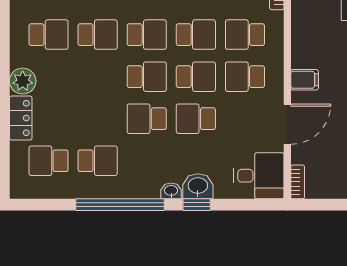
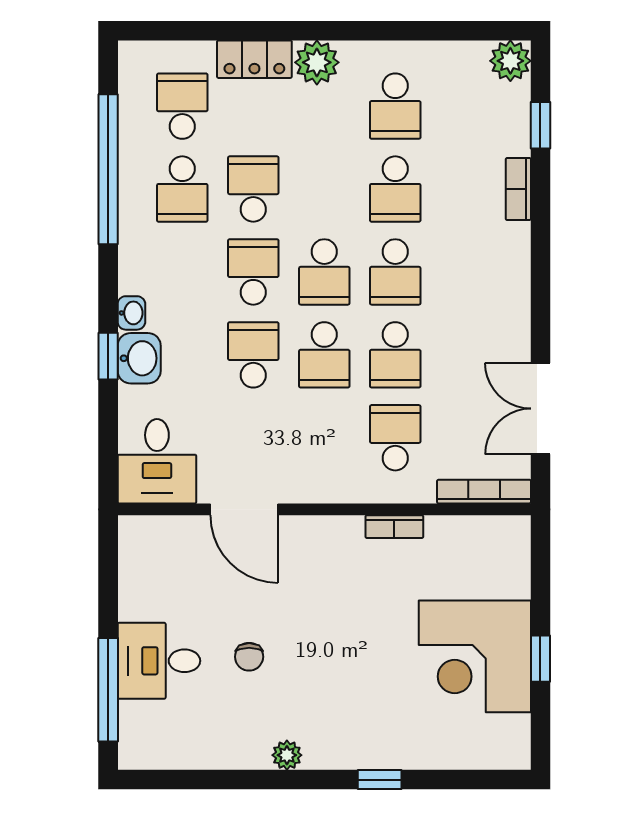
school desk: (245, 77) -> (253, 189), moved
filing cabinet: (305, 80) -> (319, 538), removed
bookcase: (298, 182) -> (394, 527), moved
window: (120, 205) -> (108, 169), moved

